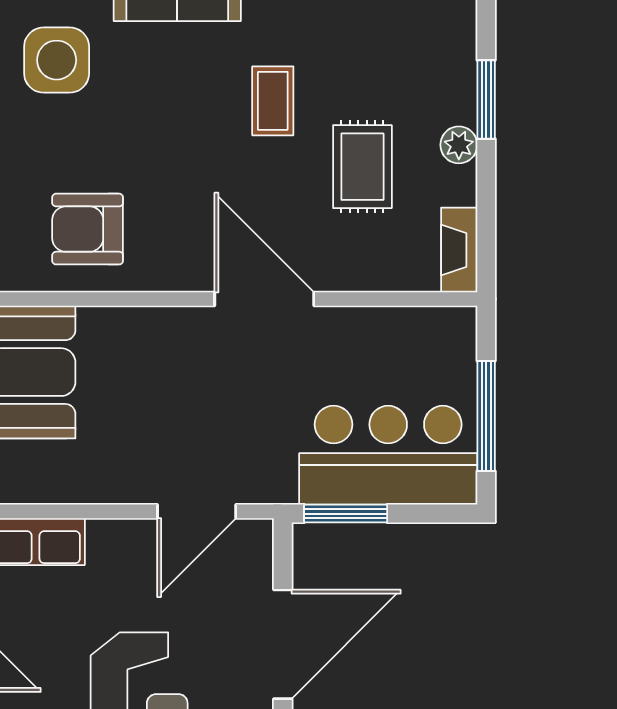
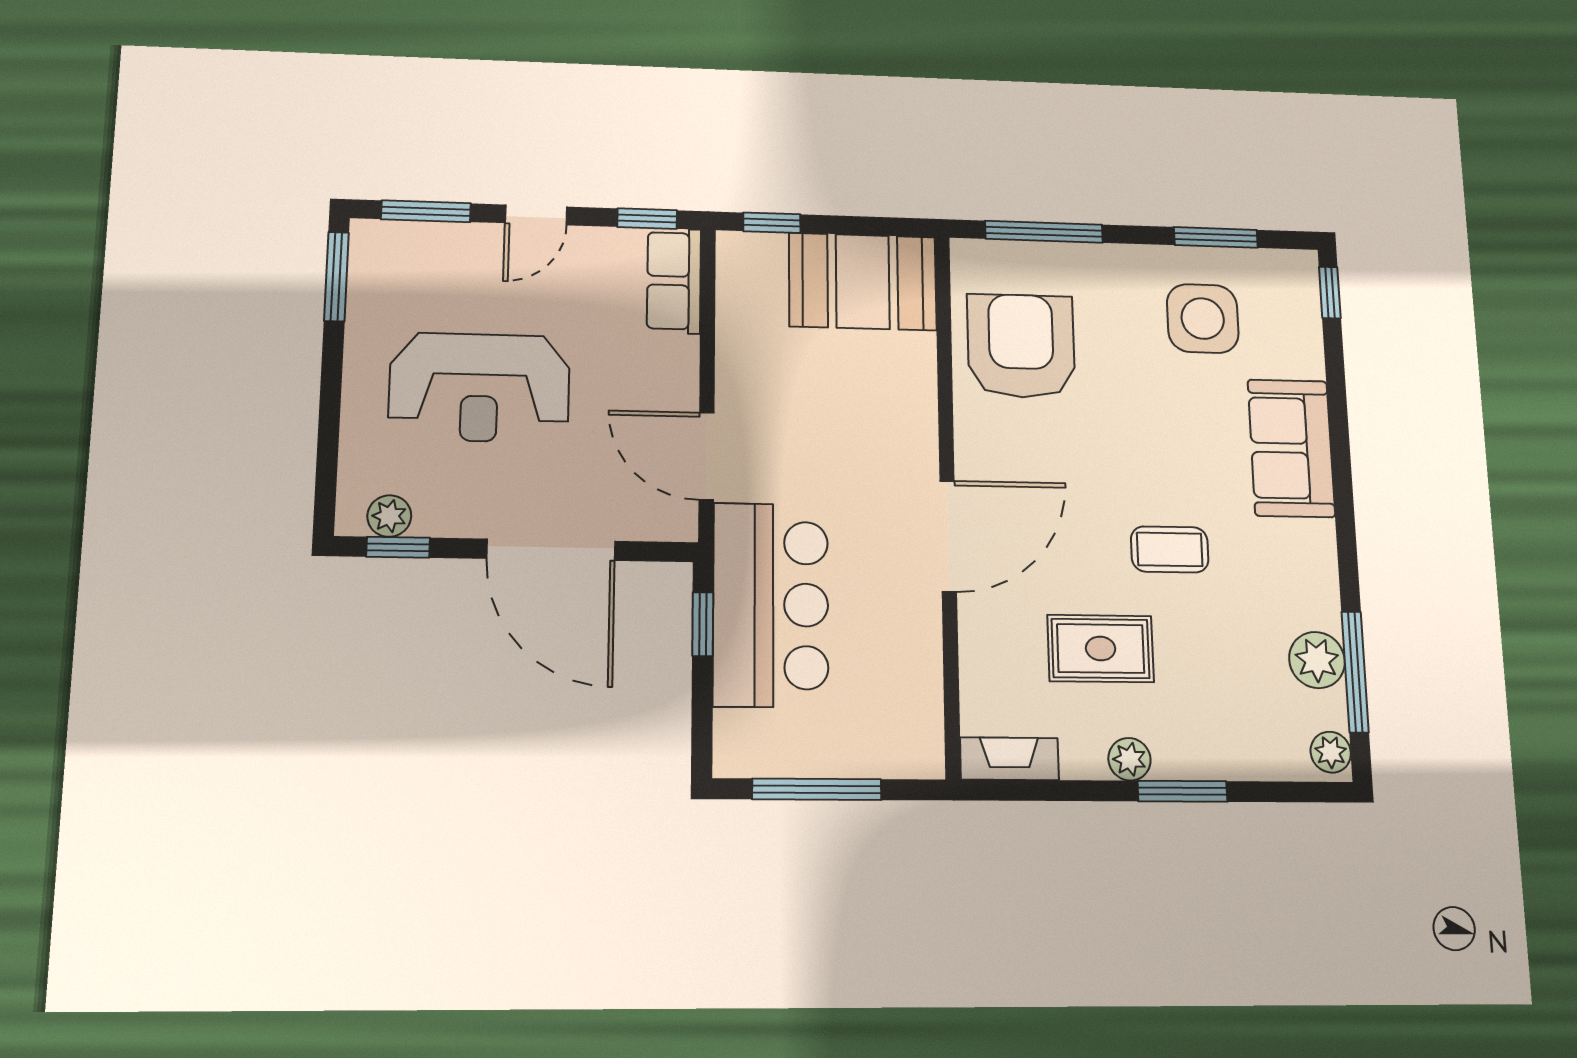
armchair: (88, 229) -> (1021, 346), width x1.36, depth x1.36
bar counter: (388, 455) -> (771, 605), moved
window: (346, 514) -> (703, 624), width x0.67

